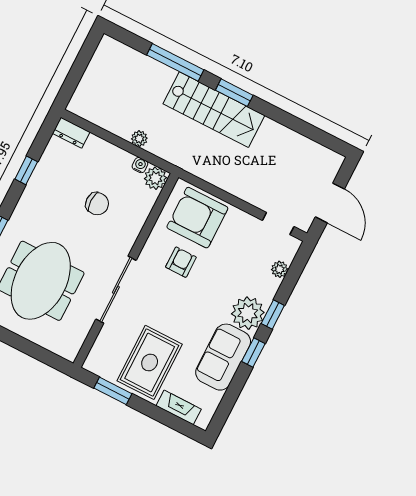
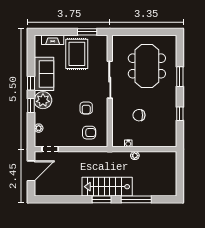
dresser: (71, 133) -> (168, 142), removed
plant: (156, 178) -> (118, 141), removed
door: (330, 203) -> (31, 171), swing flipped
armchair: (197, 218) -> (89, 133), width x0.53, depth x0.53

